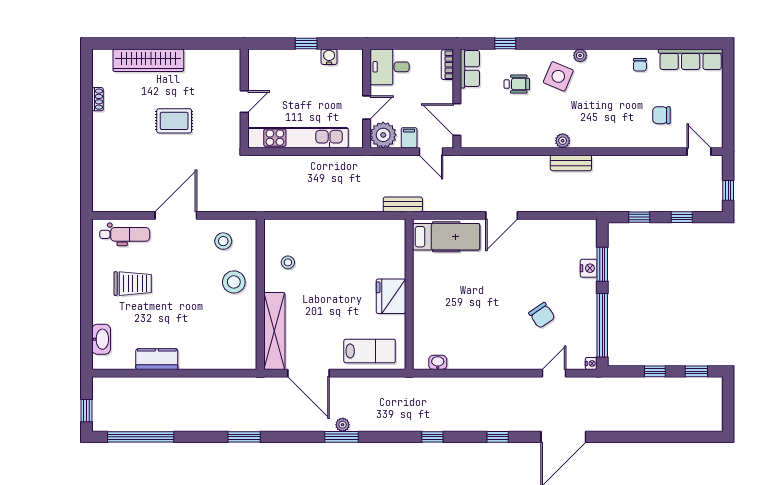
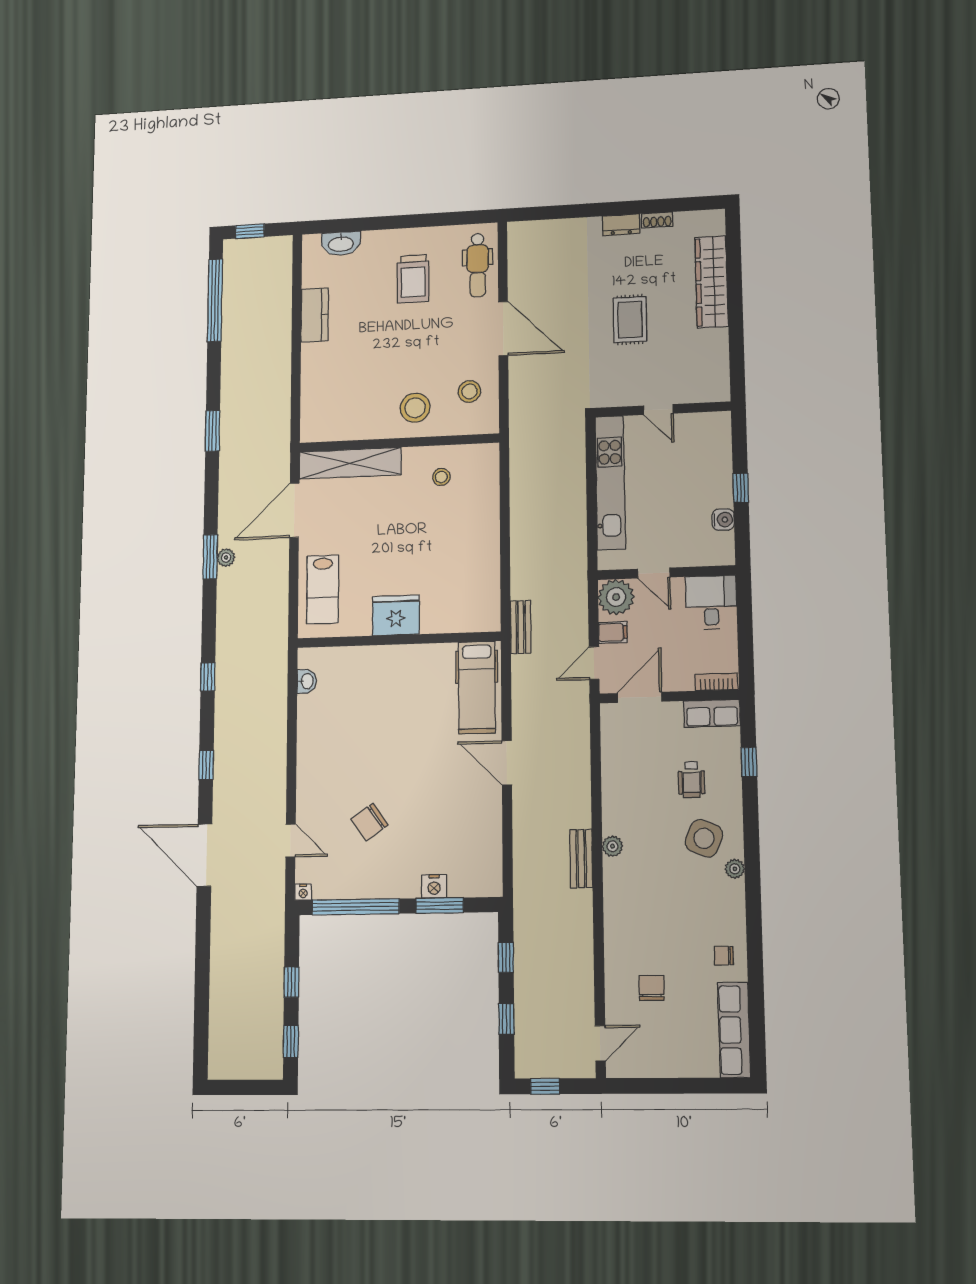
dresser: (100, 126) -> (621, 225), added

